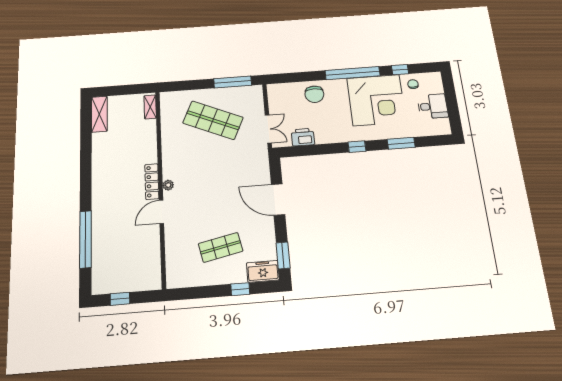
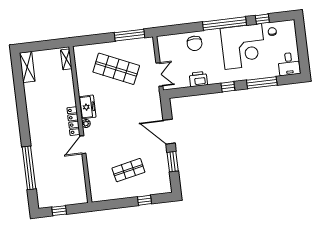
desk: (433, 106) -> (289, 64), moved, turned 90
printer: (303, 137) -> (198, 79), moved
window: (401, 143) -> (262, 83), width x1.44
window: (283, 255) -> (173, 162), moved
freezer: (263, 271) -> (87, 107), moved, turned 90

